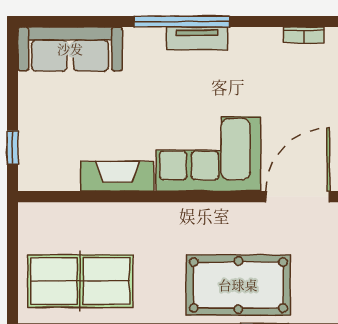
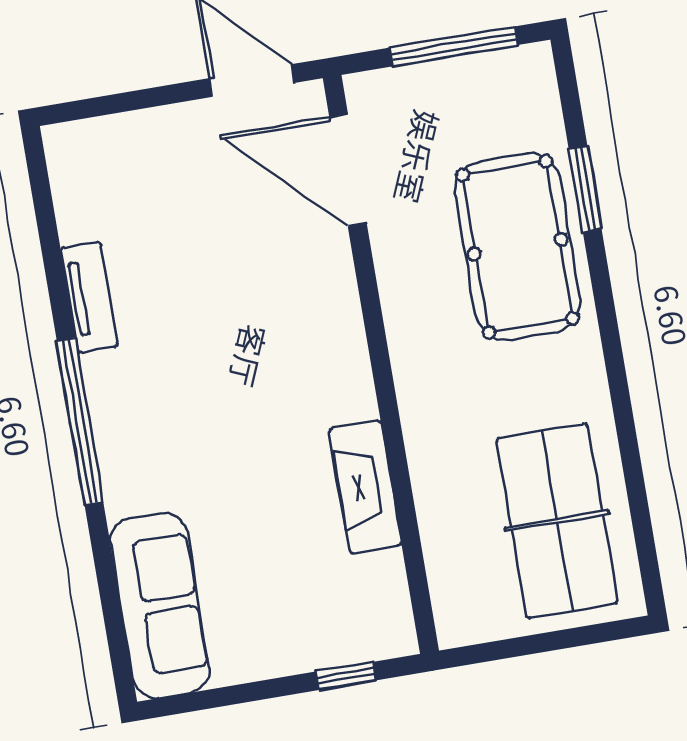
bookcase: (304, 35) -> (68, 207), removed
tv unit: (197, 38) -> (89, 297), moved
corner sofa: (208, 154) -> (300, 337), removed

